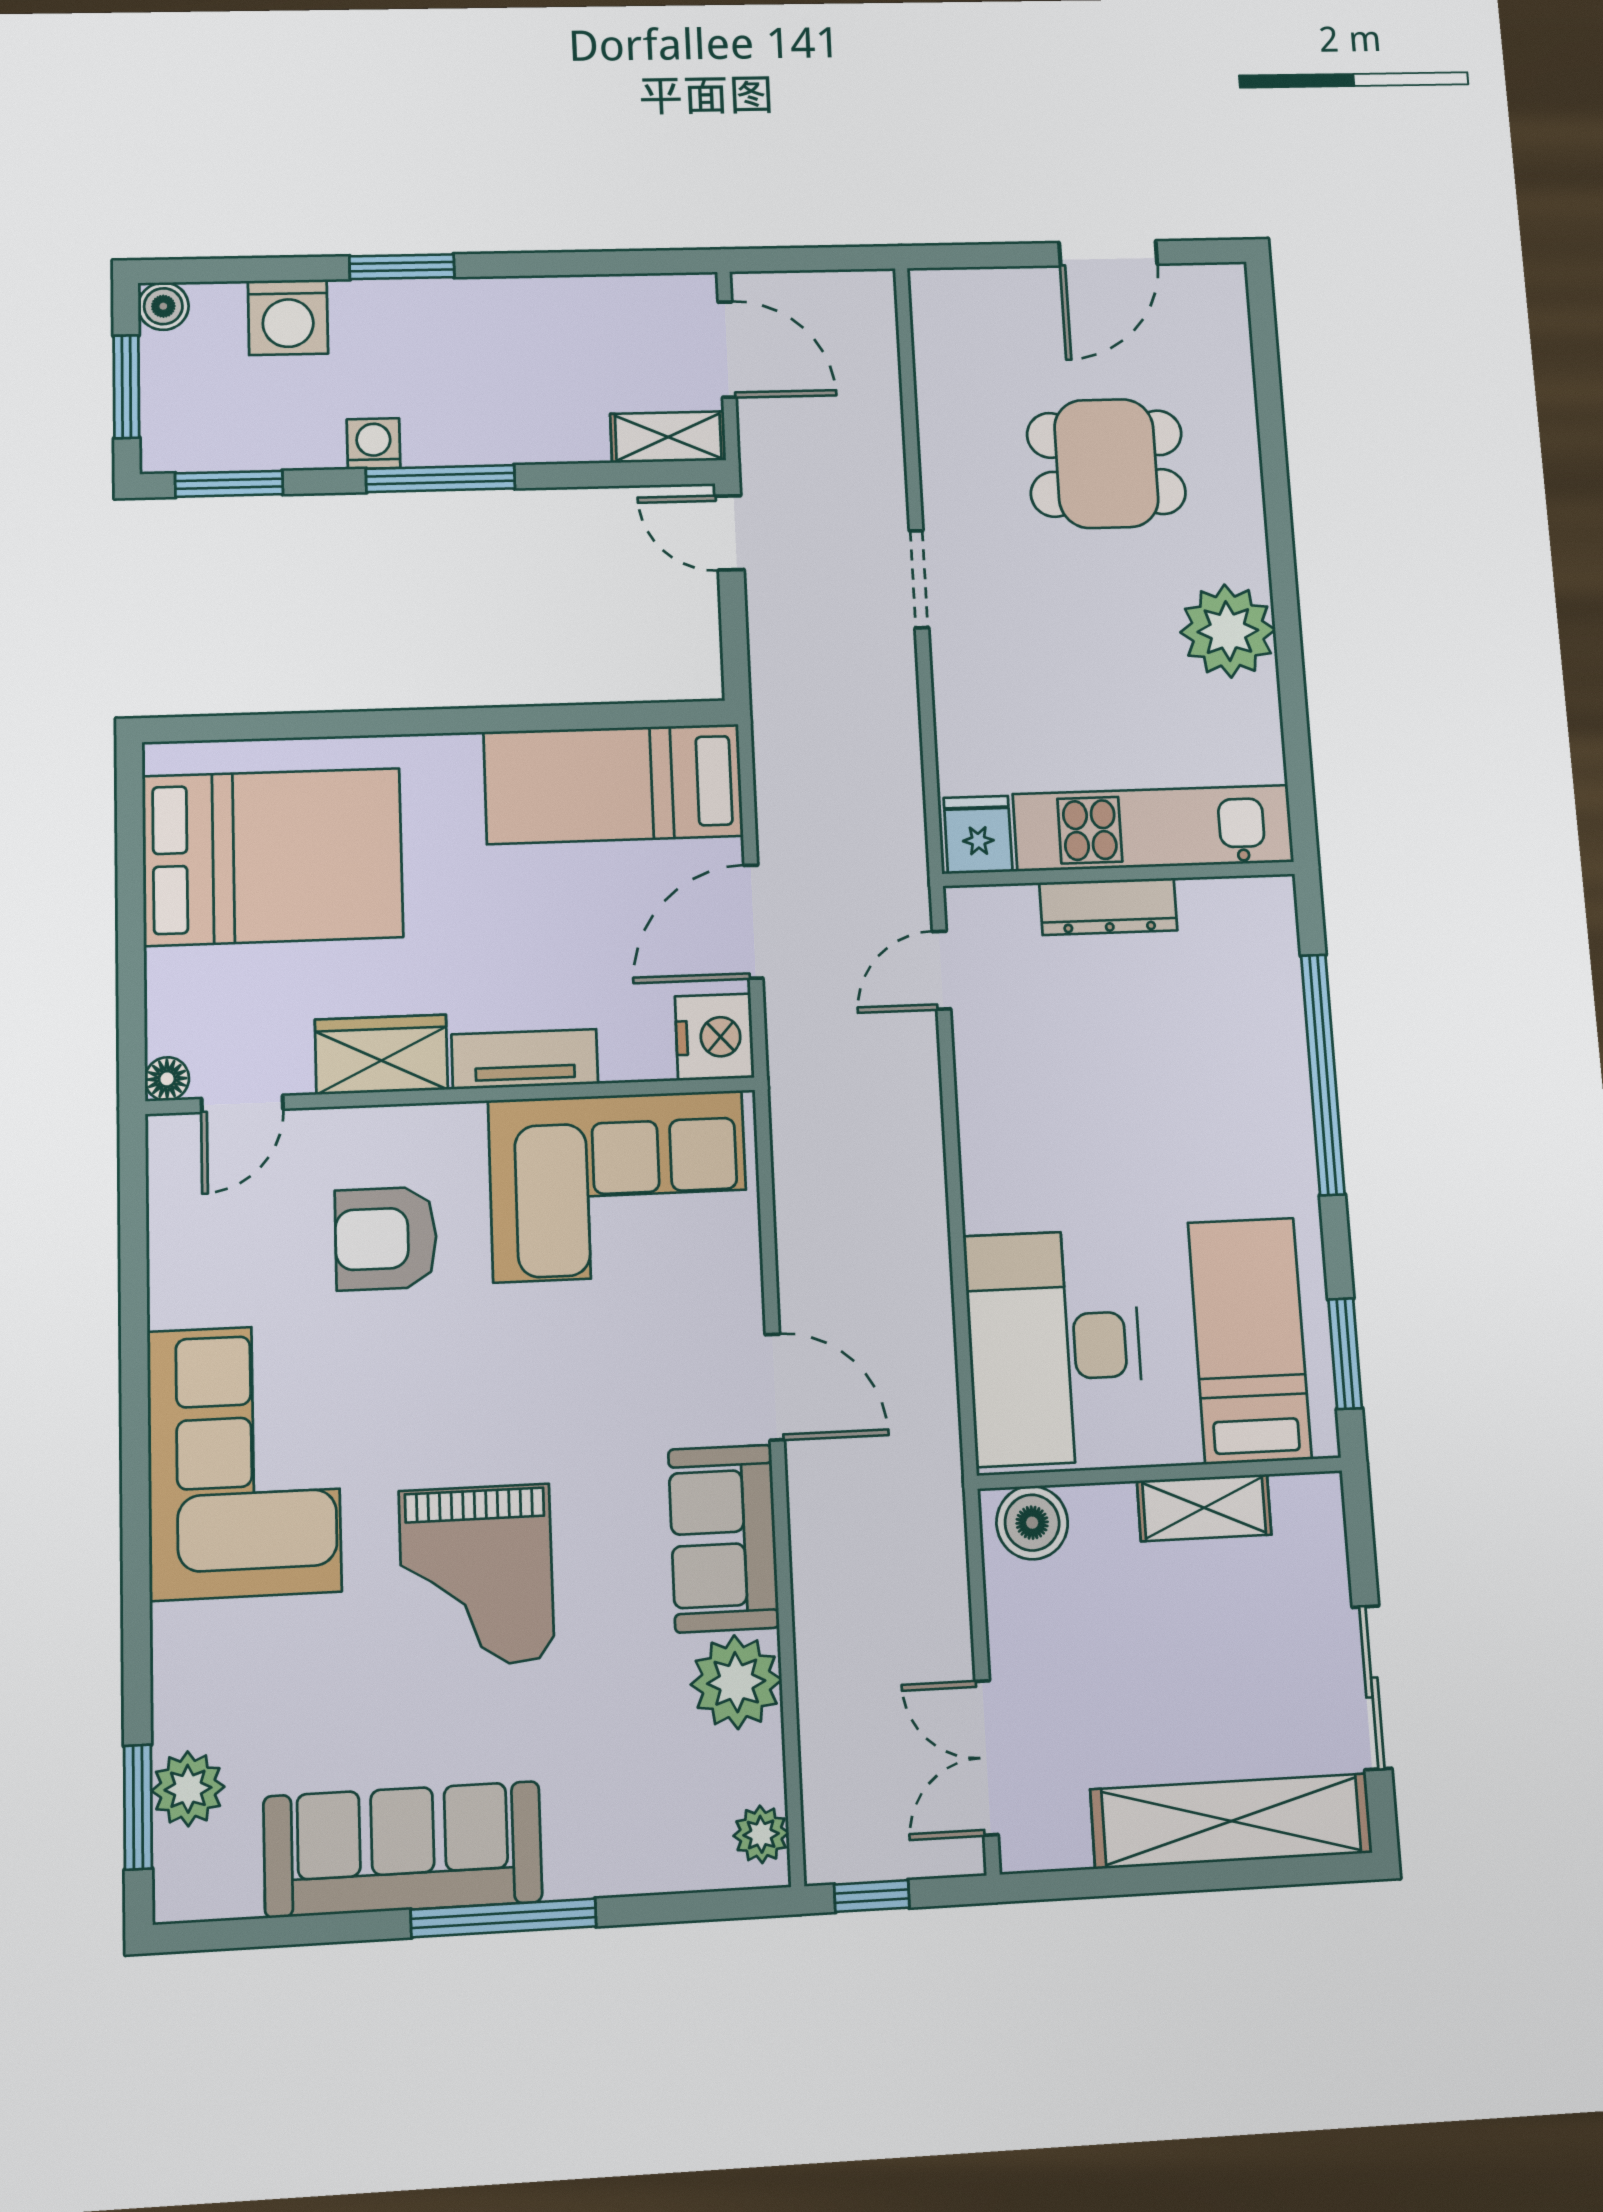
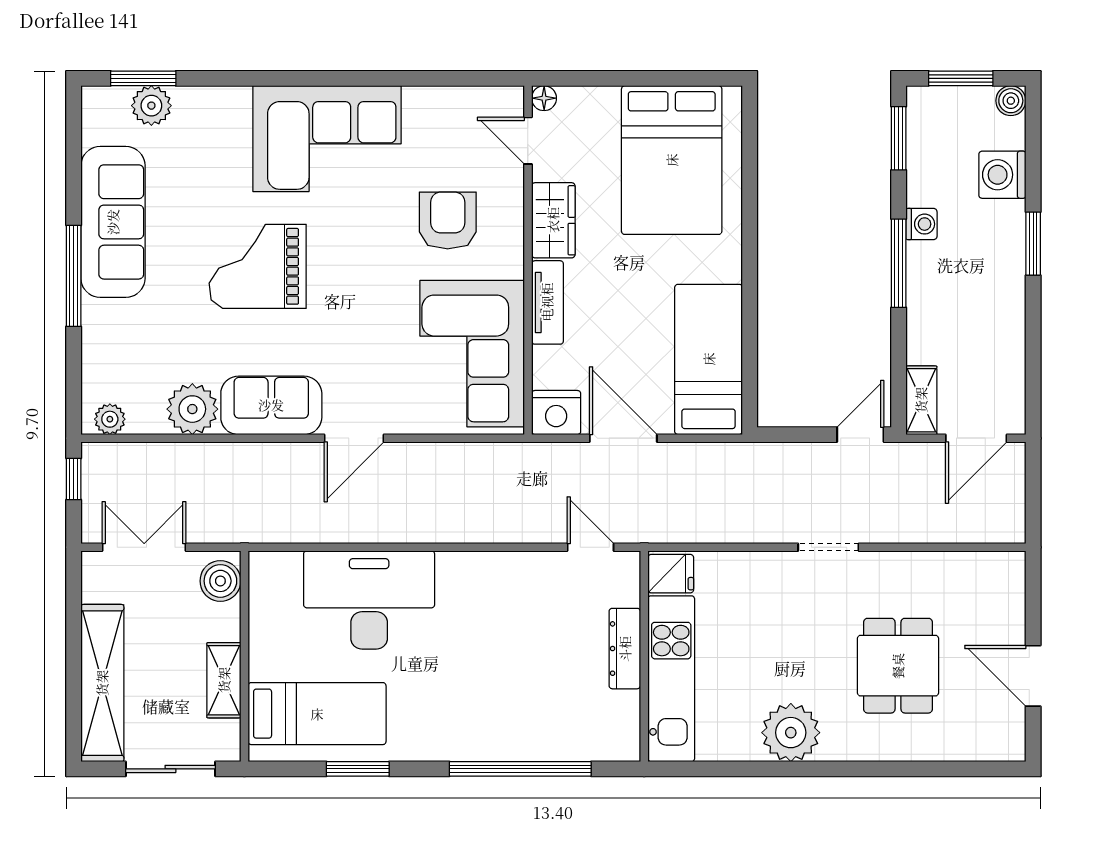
bed: (1249, 1340) -> (317, 714), moved
wall: (1160, 1473) -> (244, 656), moved
shelving: (1204, 1508) -> (224, 680), moved
boiler: (1032, 1523) -> (220, 581), moved

